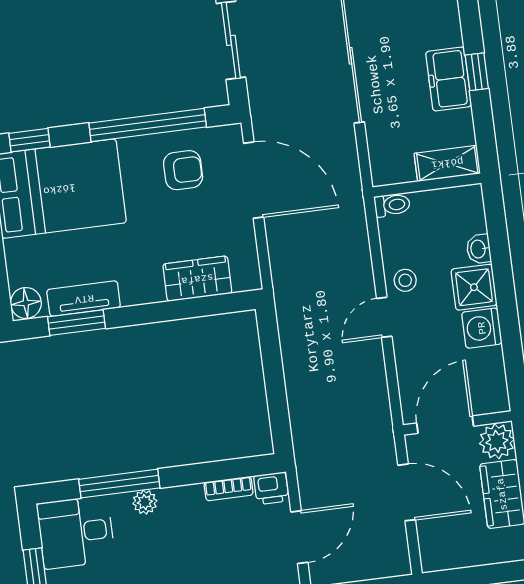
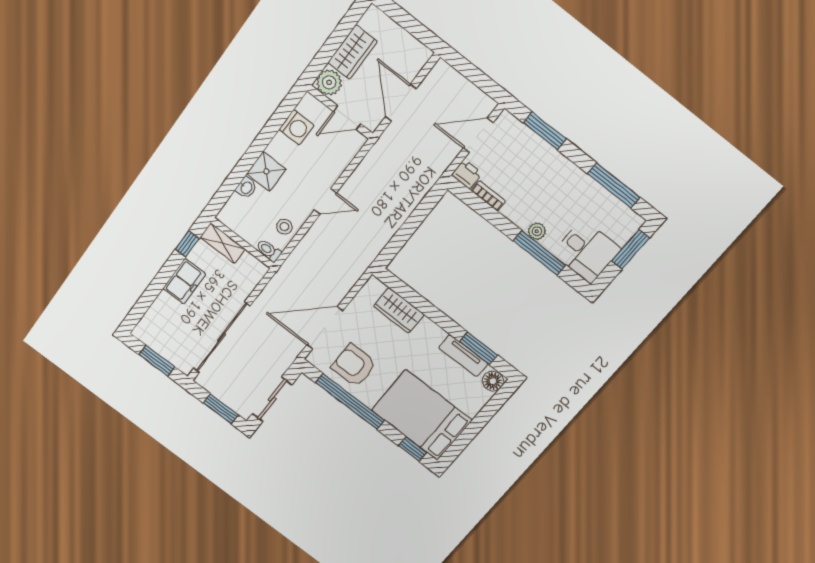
window: (477, 72) -> (187, 244), moved
armchair: (183, 170) -> (354, 365), width x1.38, depth x1.38
door: (254, 180) -> (325, 328), hinge flipped
stool: (405, 280) -> (284, 227), moved
washing machine: (482, 328) -> (296, 127), moved
door: (445, 425) -> (347, 118), width x0.73

